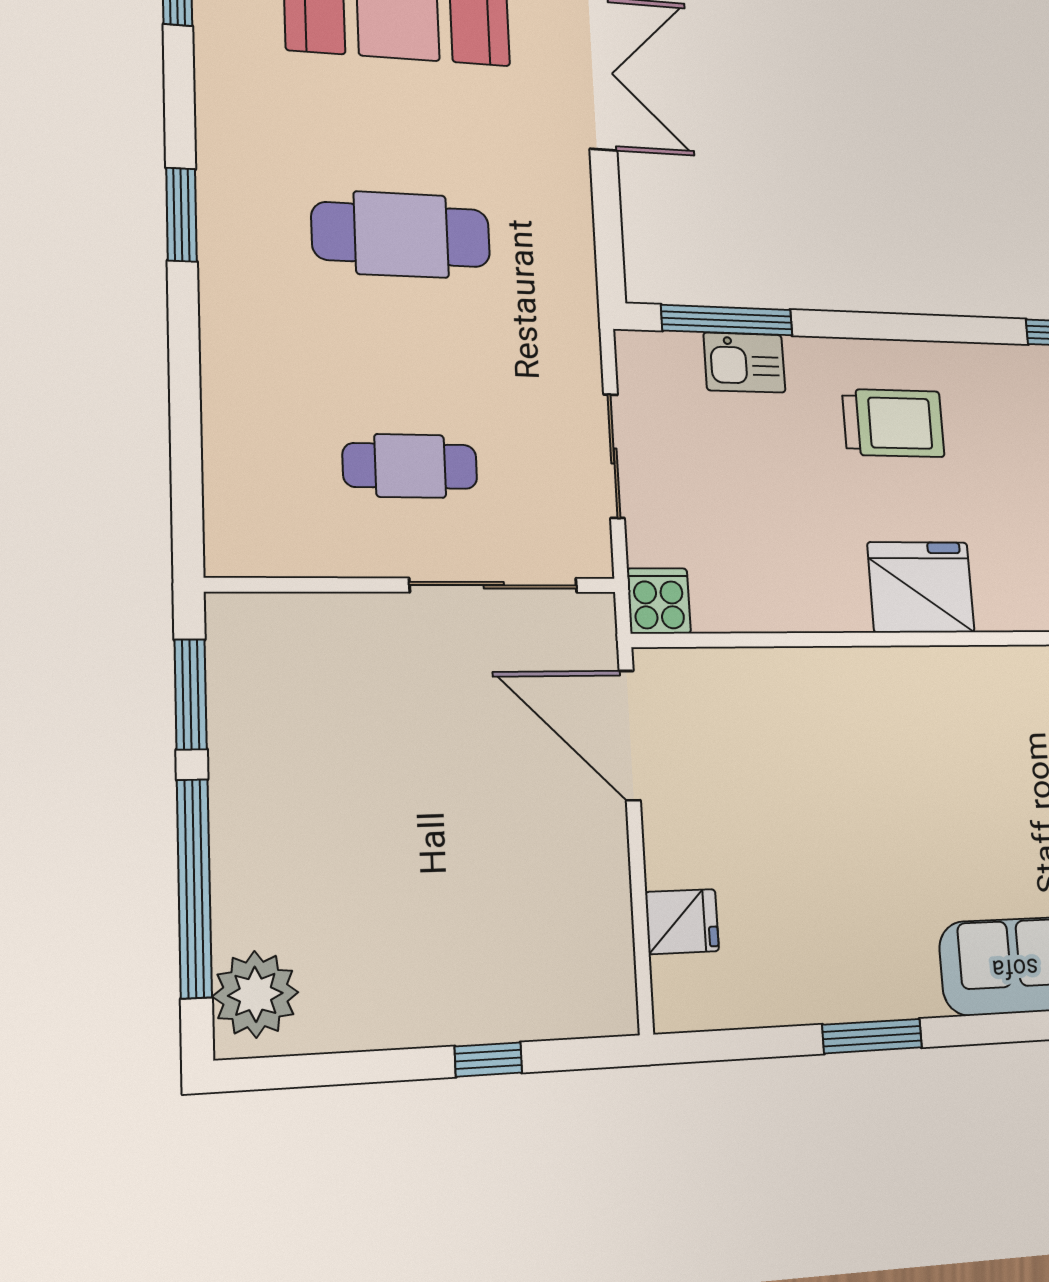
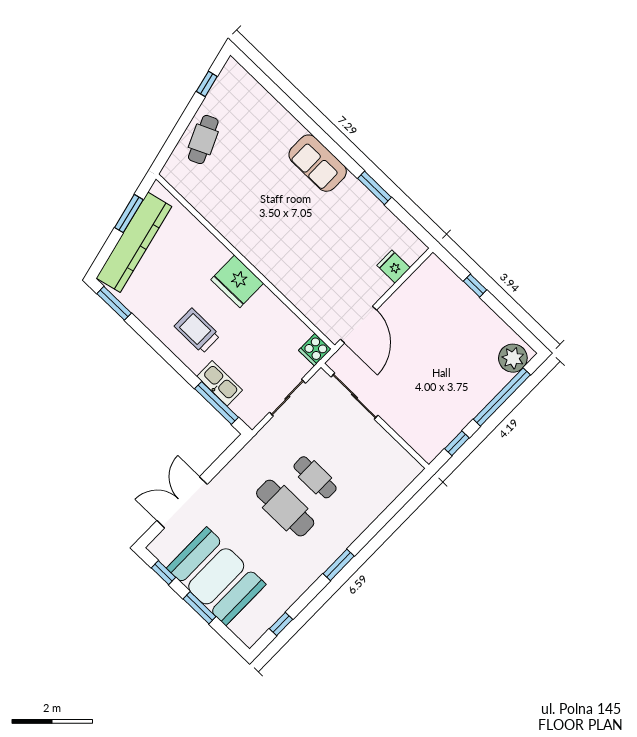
kitchen sink: (744, 363) -> (220, 383), width x1.38
cafe table: (410, 466) -> (315, 477), moved
window: (191, 694) -> (457, 443), width x0.67

